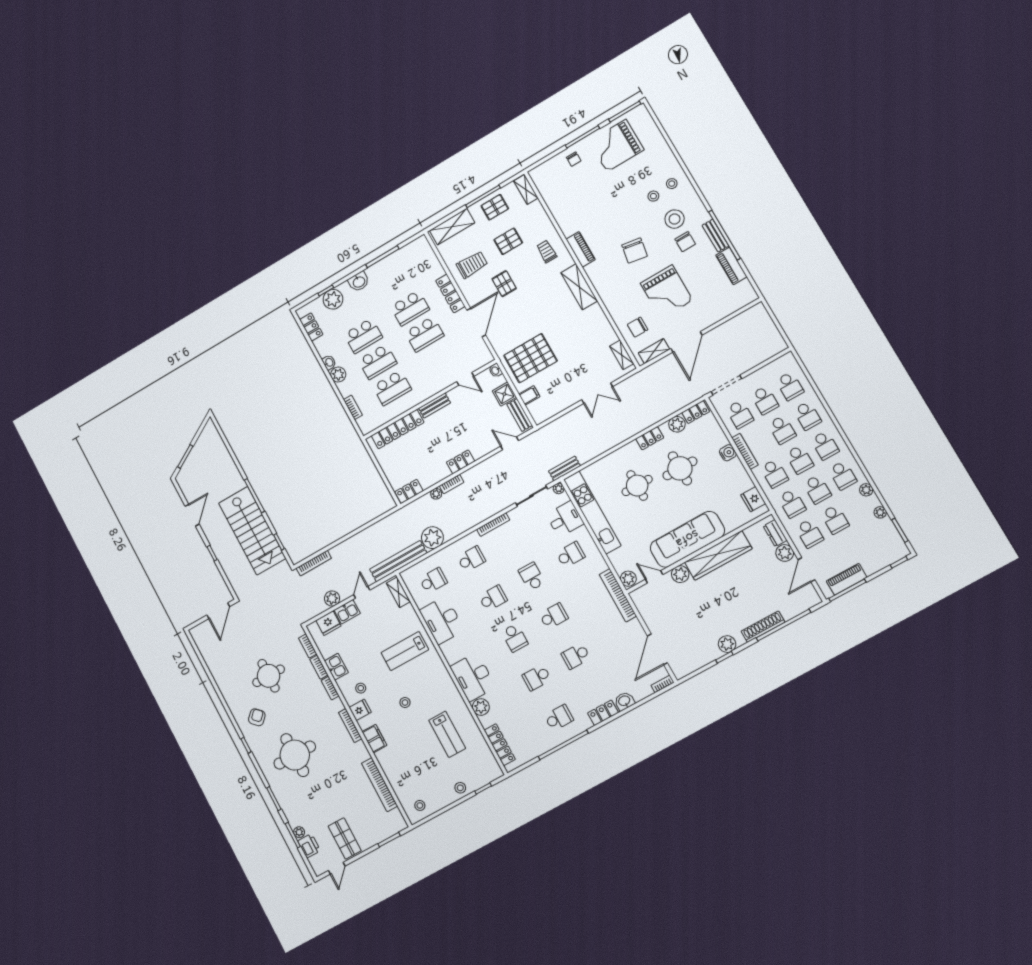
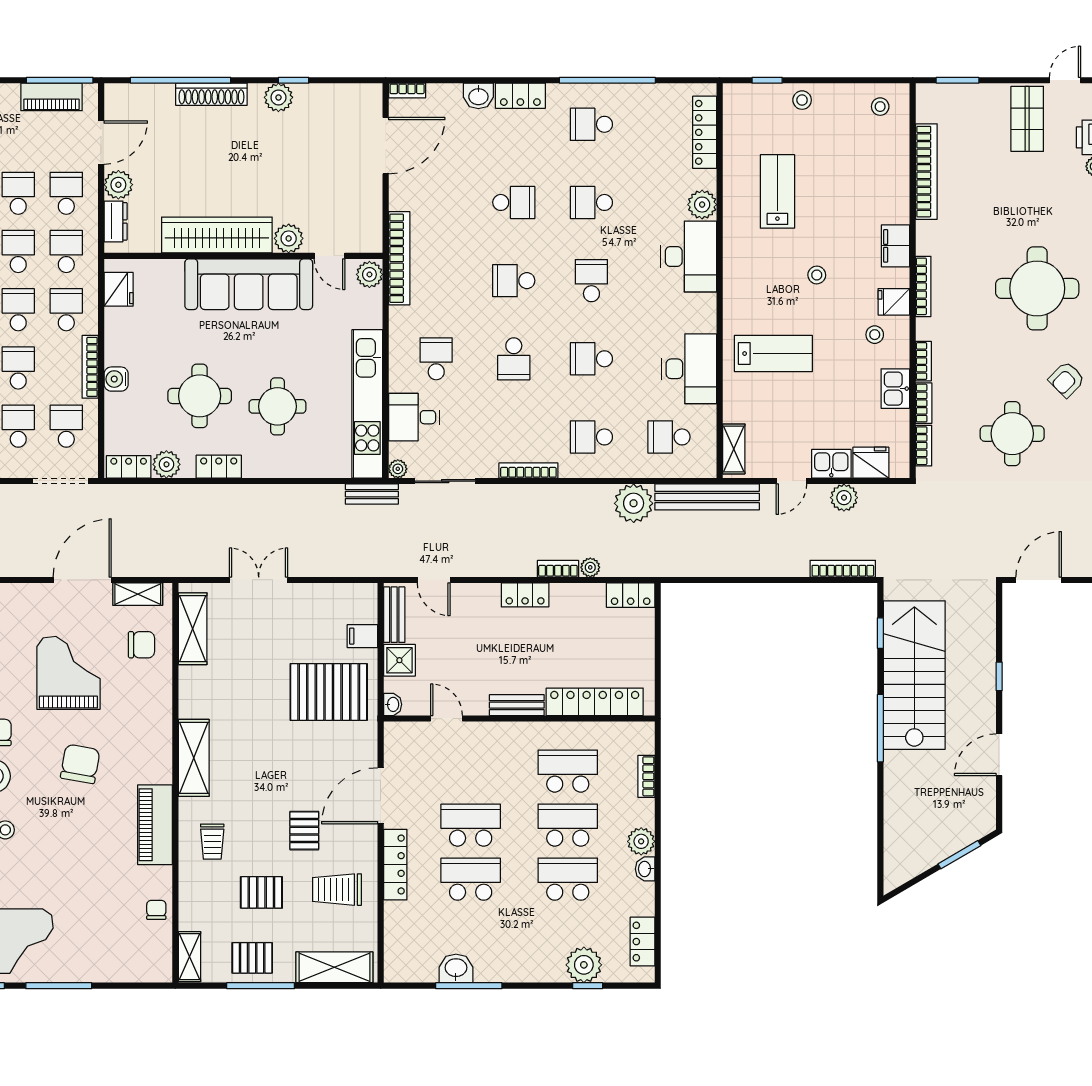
chair: (574, 159) -> (156, 910), moved
piano: (581, 249) -> (155, 825), width x1.37, depth x1.33
washbasin: (359, 282) -> (456, 968), moved
shelving: (622, 355) -> (193, 629), width x1.50, depth x1.33
school desk: (570, 555) -> (436, 359), turned 90
school desk: (537, 678) -> (591, 202), turned 180

